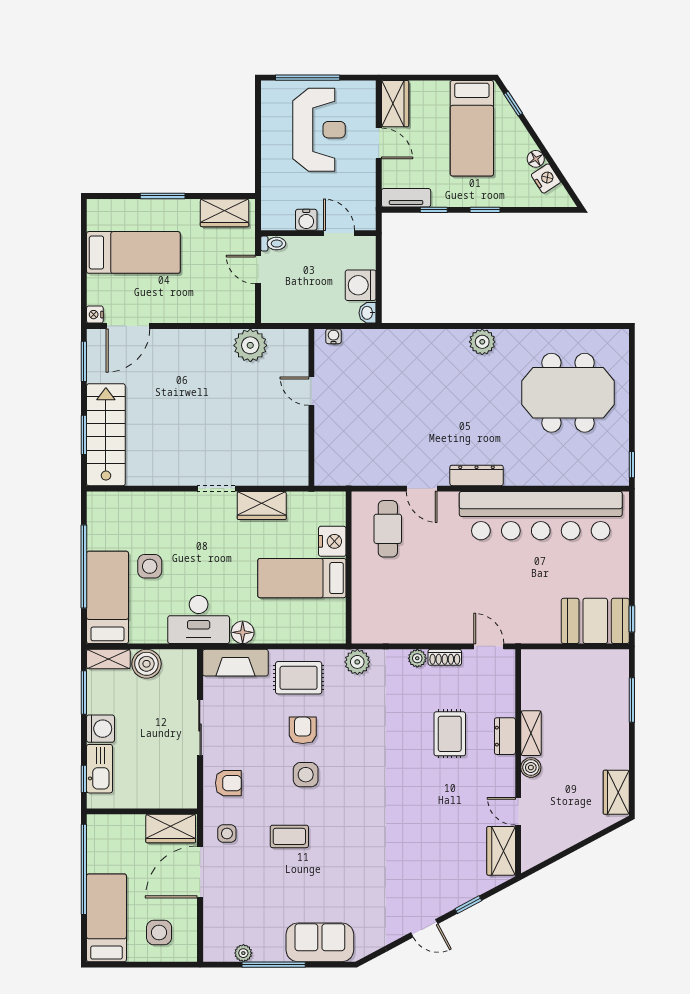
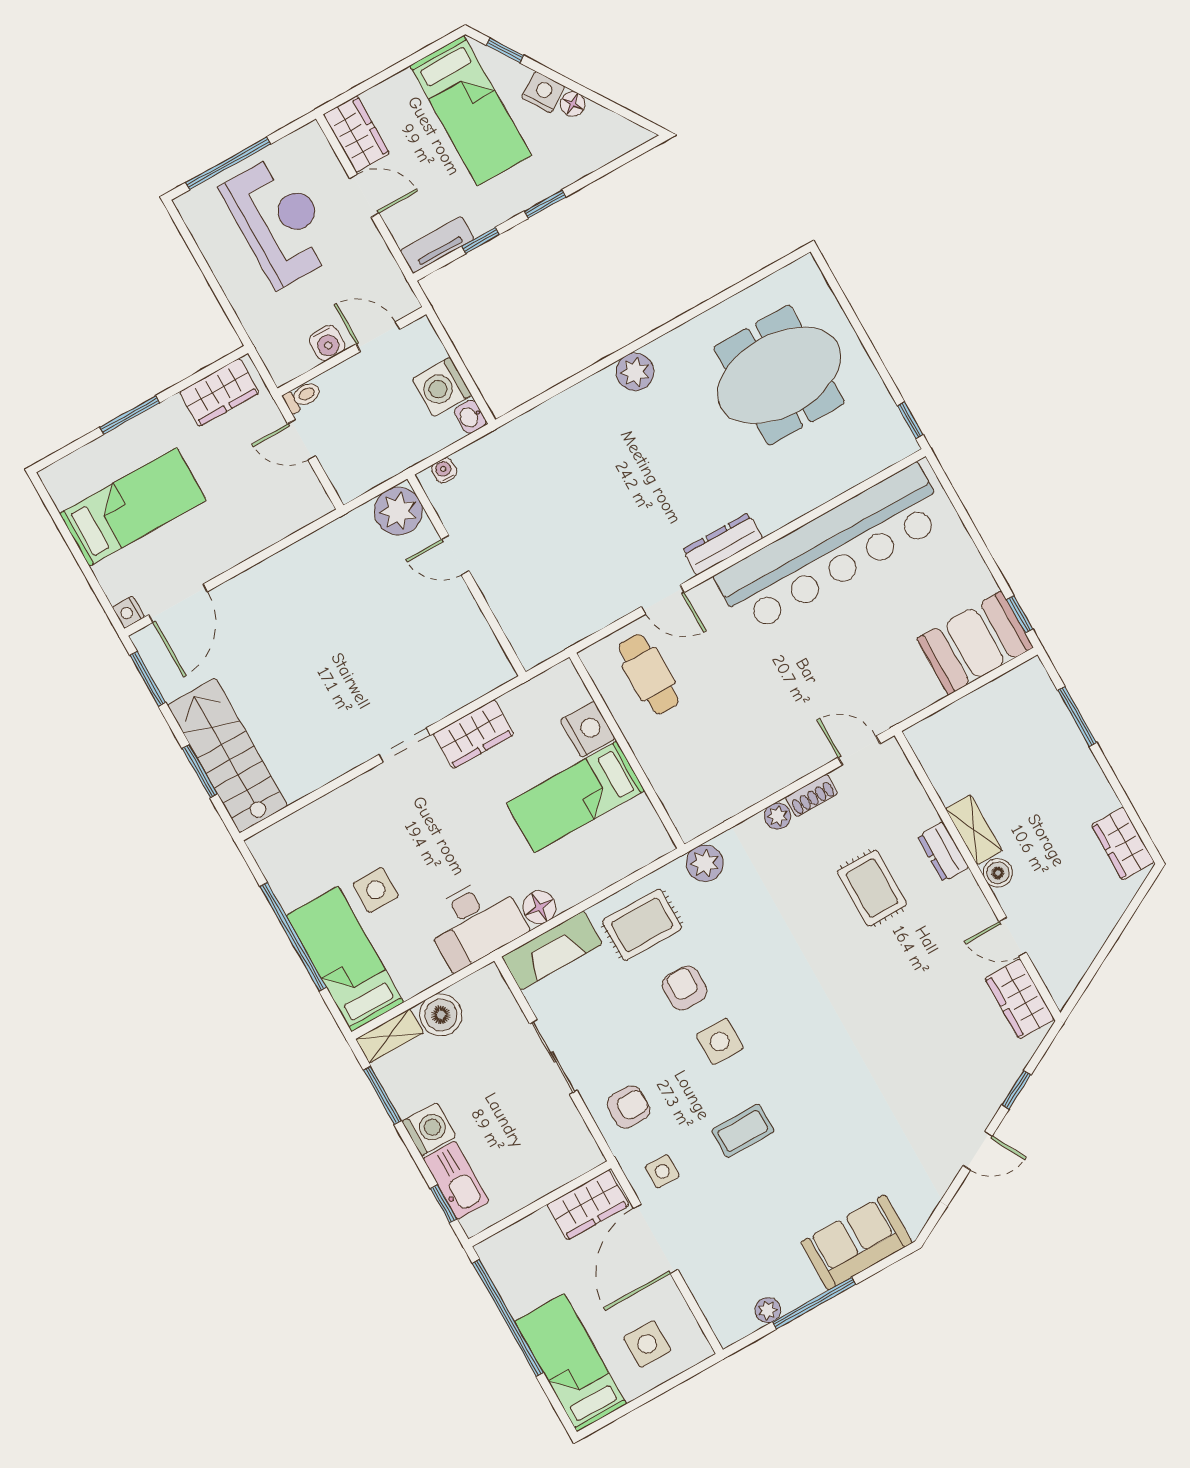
nightstand: (546, 178) -> (543, 92), moved
plant: (250, 345) -> (398, 511), moved

